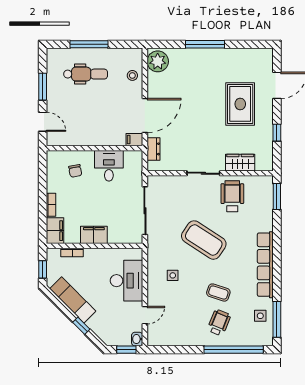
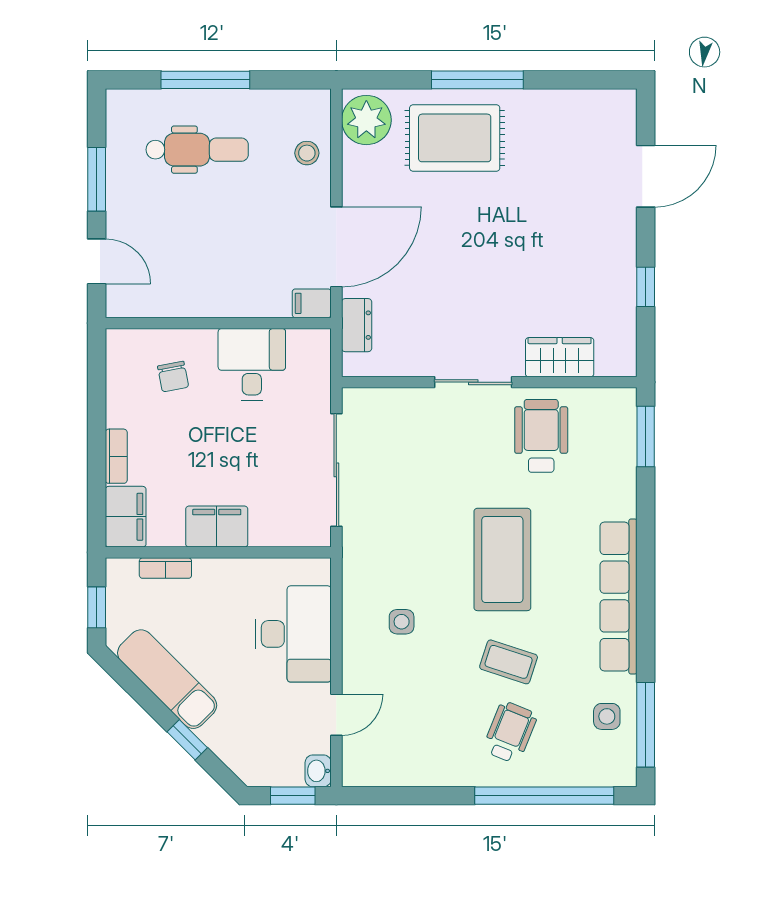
rug: (240, 104) -> (455, 138), moved, turned 90
coffee table: (204, 240) -> (502, 559), moved, turned 57

